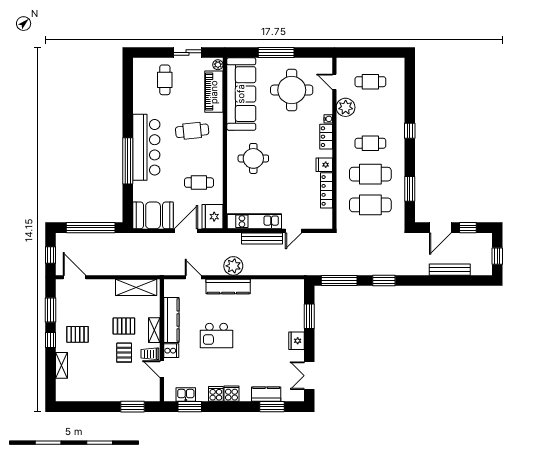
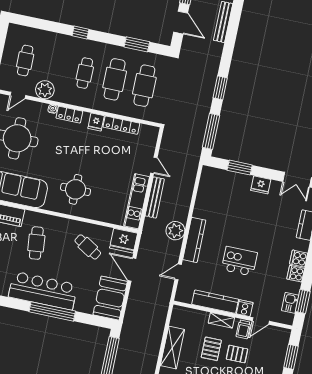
cafe table: (199, 183) -> (88, 247), turned -59
shelving: (136, 287) -> (172, 348), moved
kitchen island: (217, 336) -> (239, 261), turned -90

